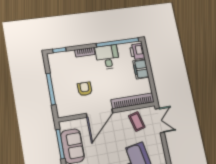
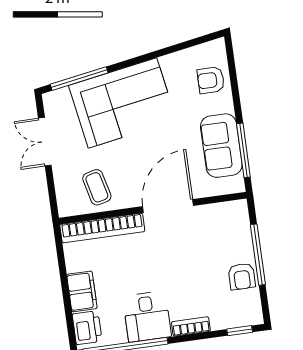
armchair: (85, 89) -> (242, 276), moved
double door: (160, 121) -> (45, 142), moved

